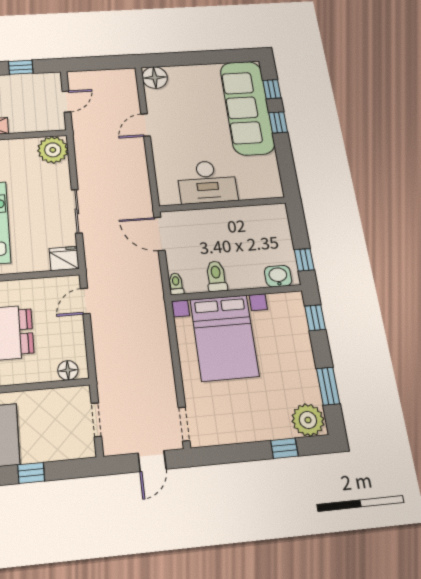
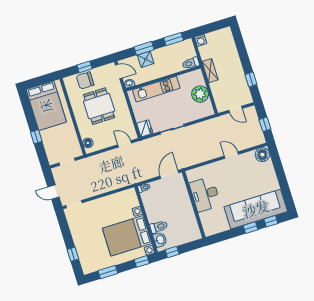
window: (104, 63) -> (265, 124), added
plant: (53, 150) -> (200, 94), moved
toilet: (216, 276) -> (159, 227), moved
bed with nightstands: (224, 338) -> (127, 236), moved
plant: (308, 420) -> (89, 264), removed

